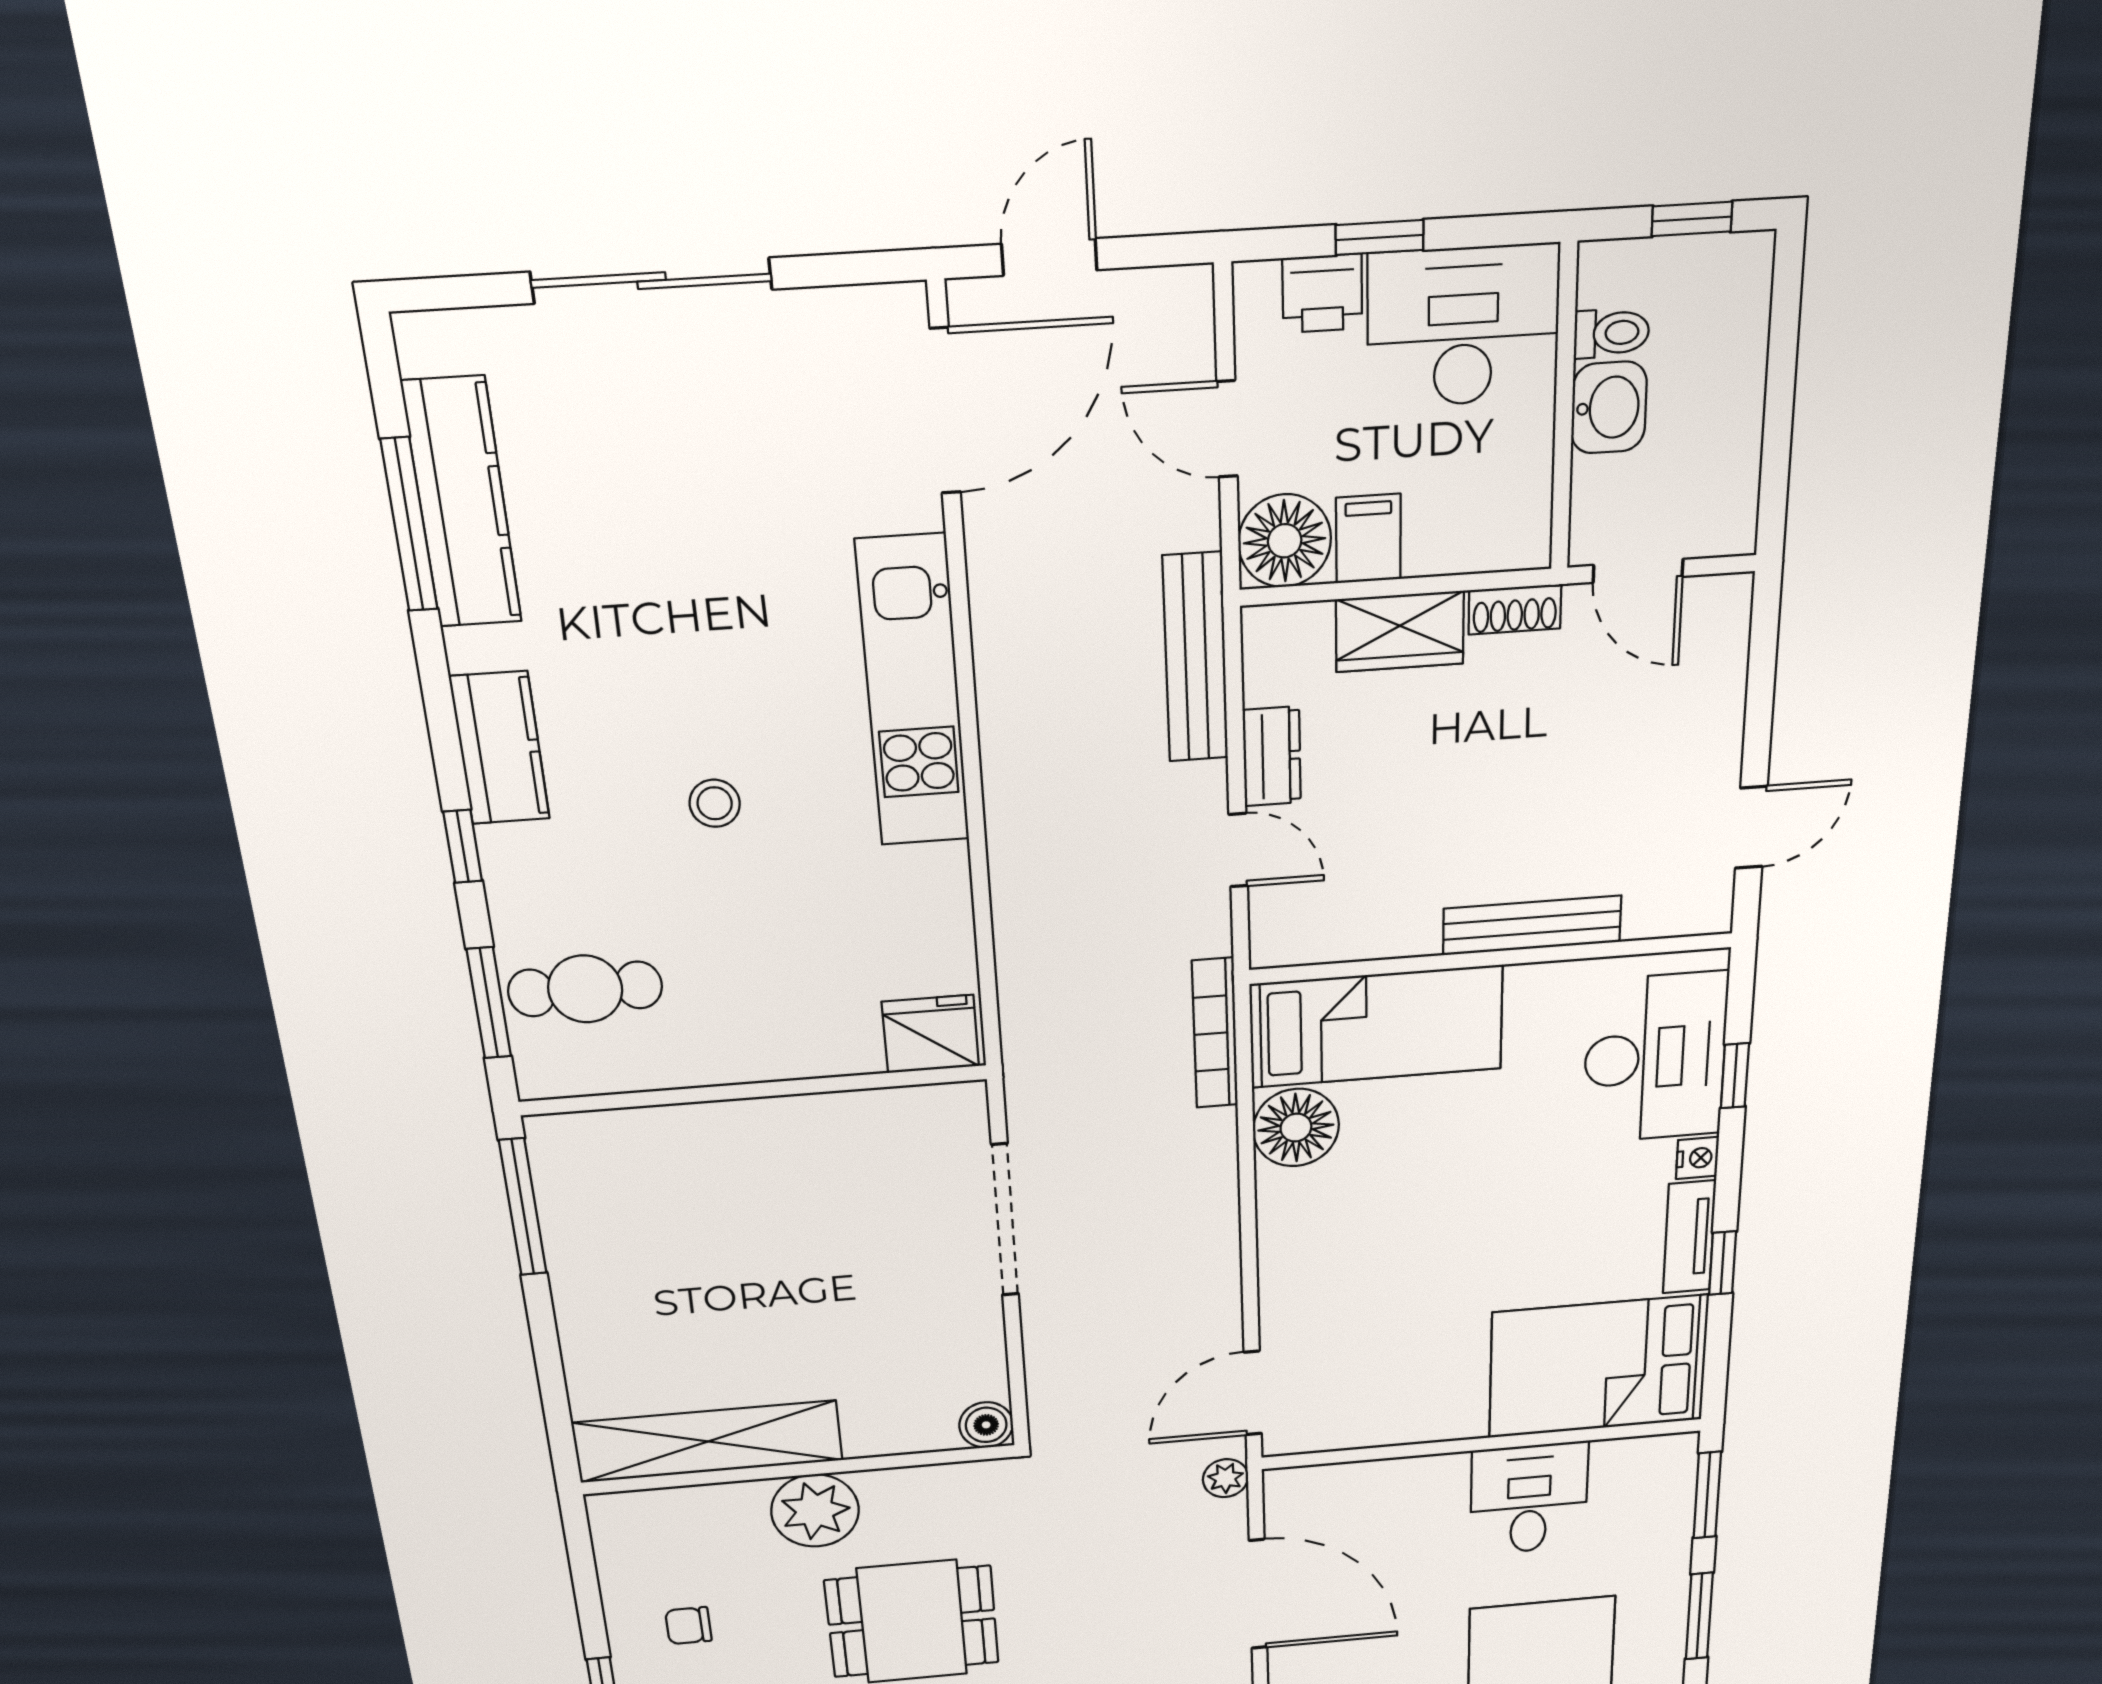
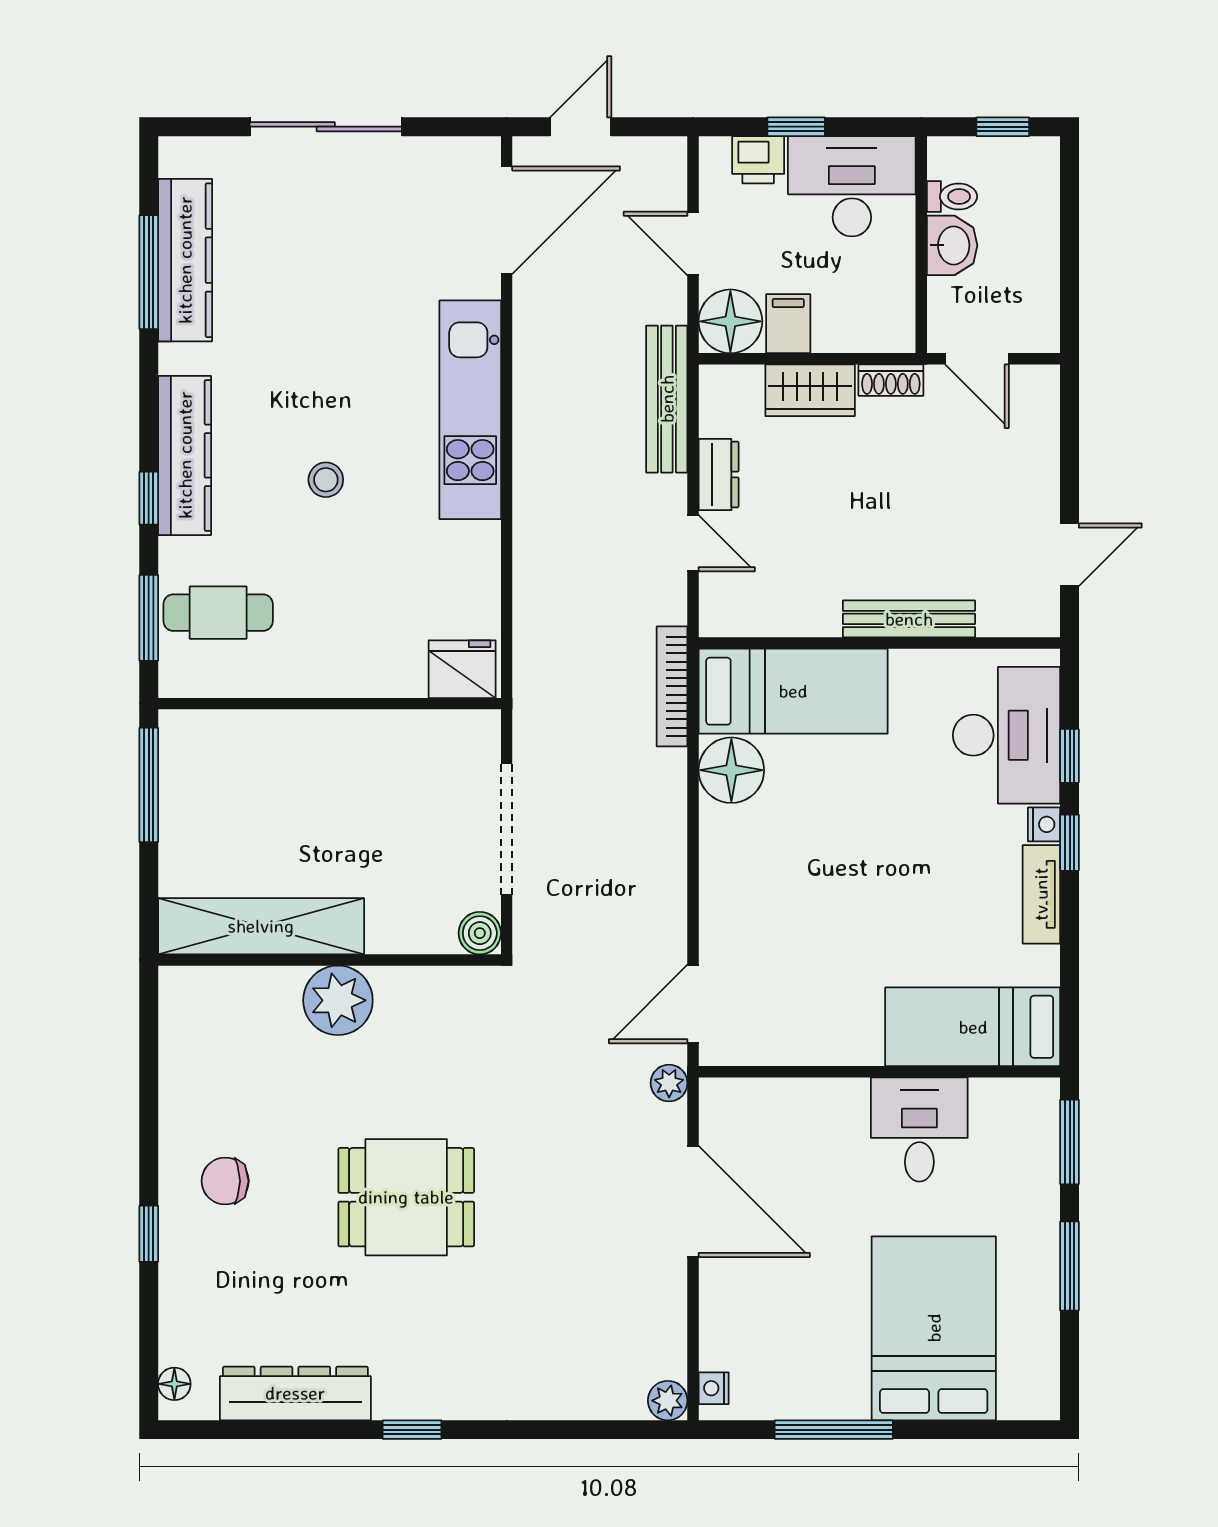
kitchen counter: (500, 748) -> (185, 455), width x1.50
window: (1723, 1263) -> (1070, 843), moved
bed: (1598, 1367) -> (973, 1027), width x0.67
boiler: (986, 1425) -> (480, 933), moved
shelving: (708, 1441) -> (261, 926), moved
wall: (799, 1470) -> (330, 960), moved
plant: (815, 1511) -> (338, 1000), moved
chair: (688, 1626) -> (225, 1181), width x1.37, depth x1.37

